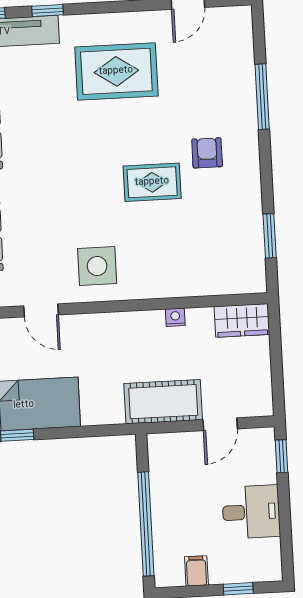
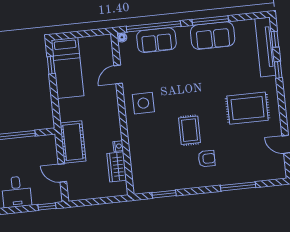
rug: (116, 71) -> (248, 108), turned 90
wardrobe: (242, 320) -> (117, 167), moved

